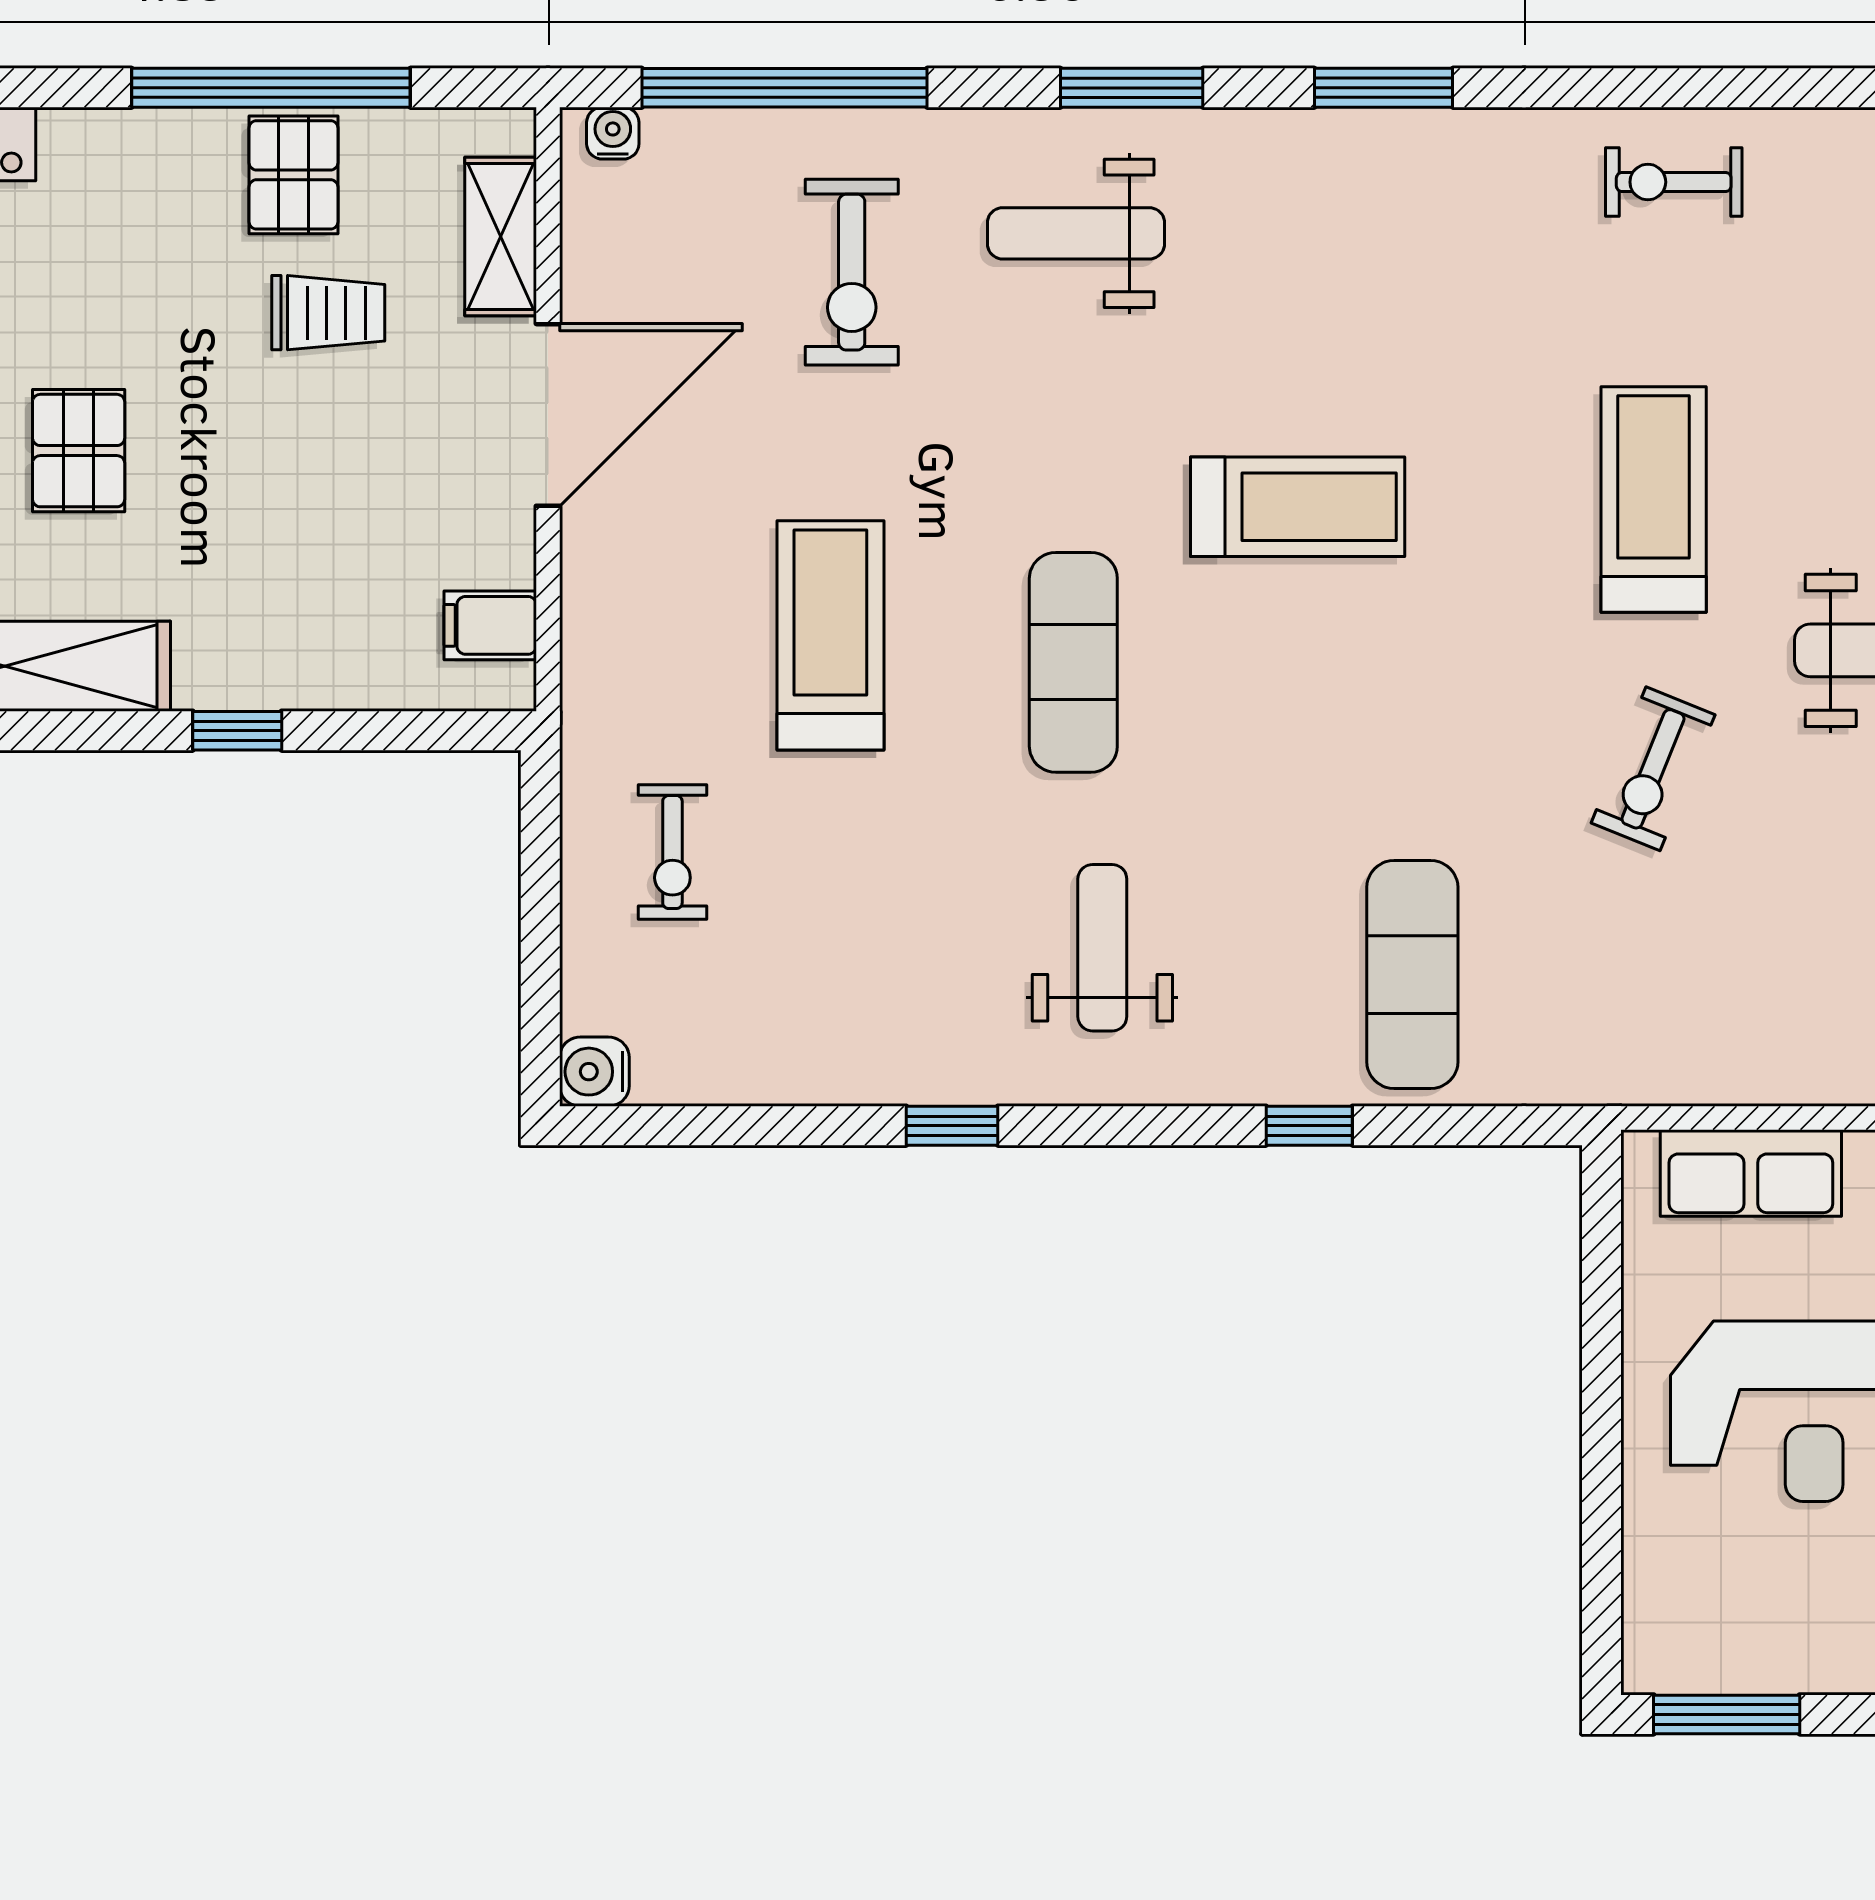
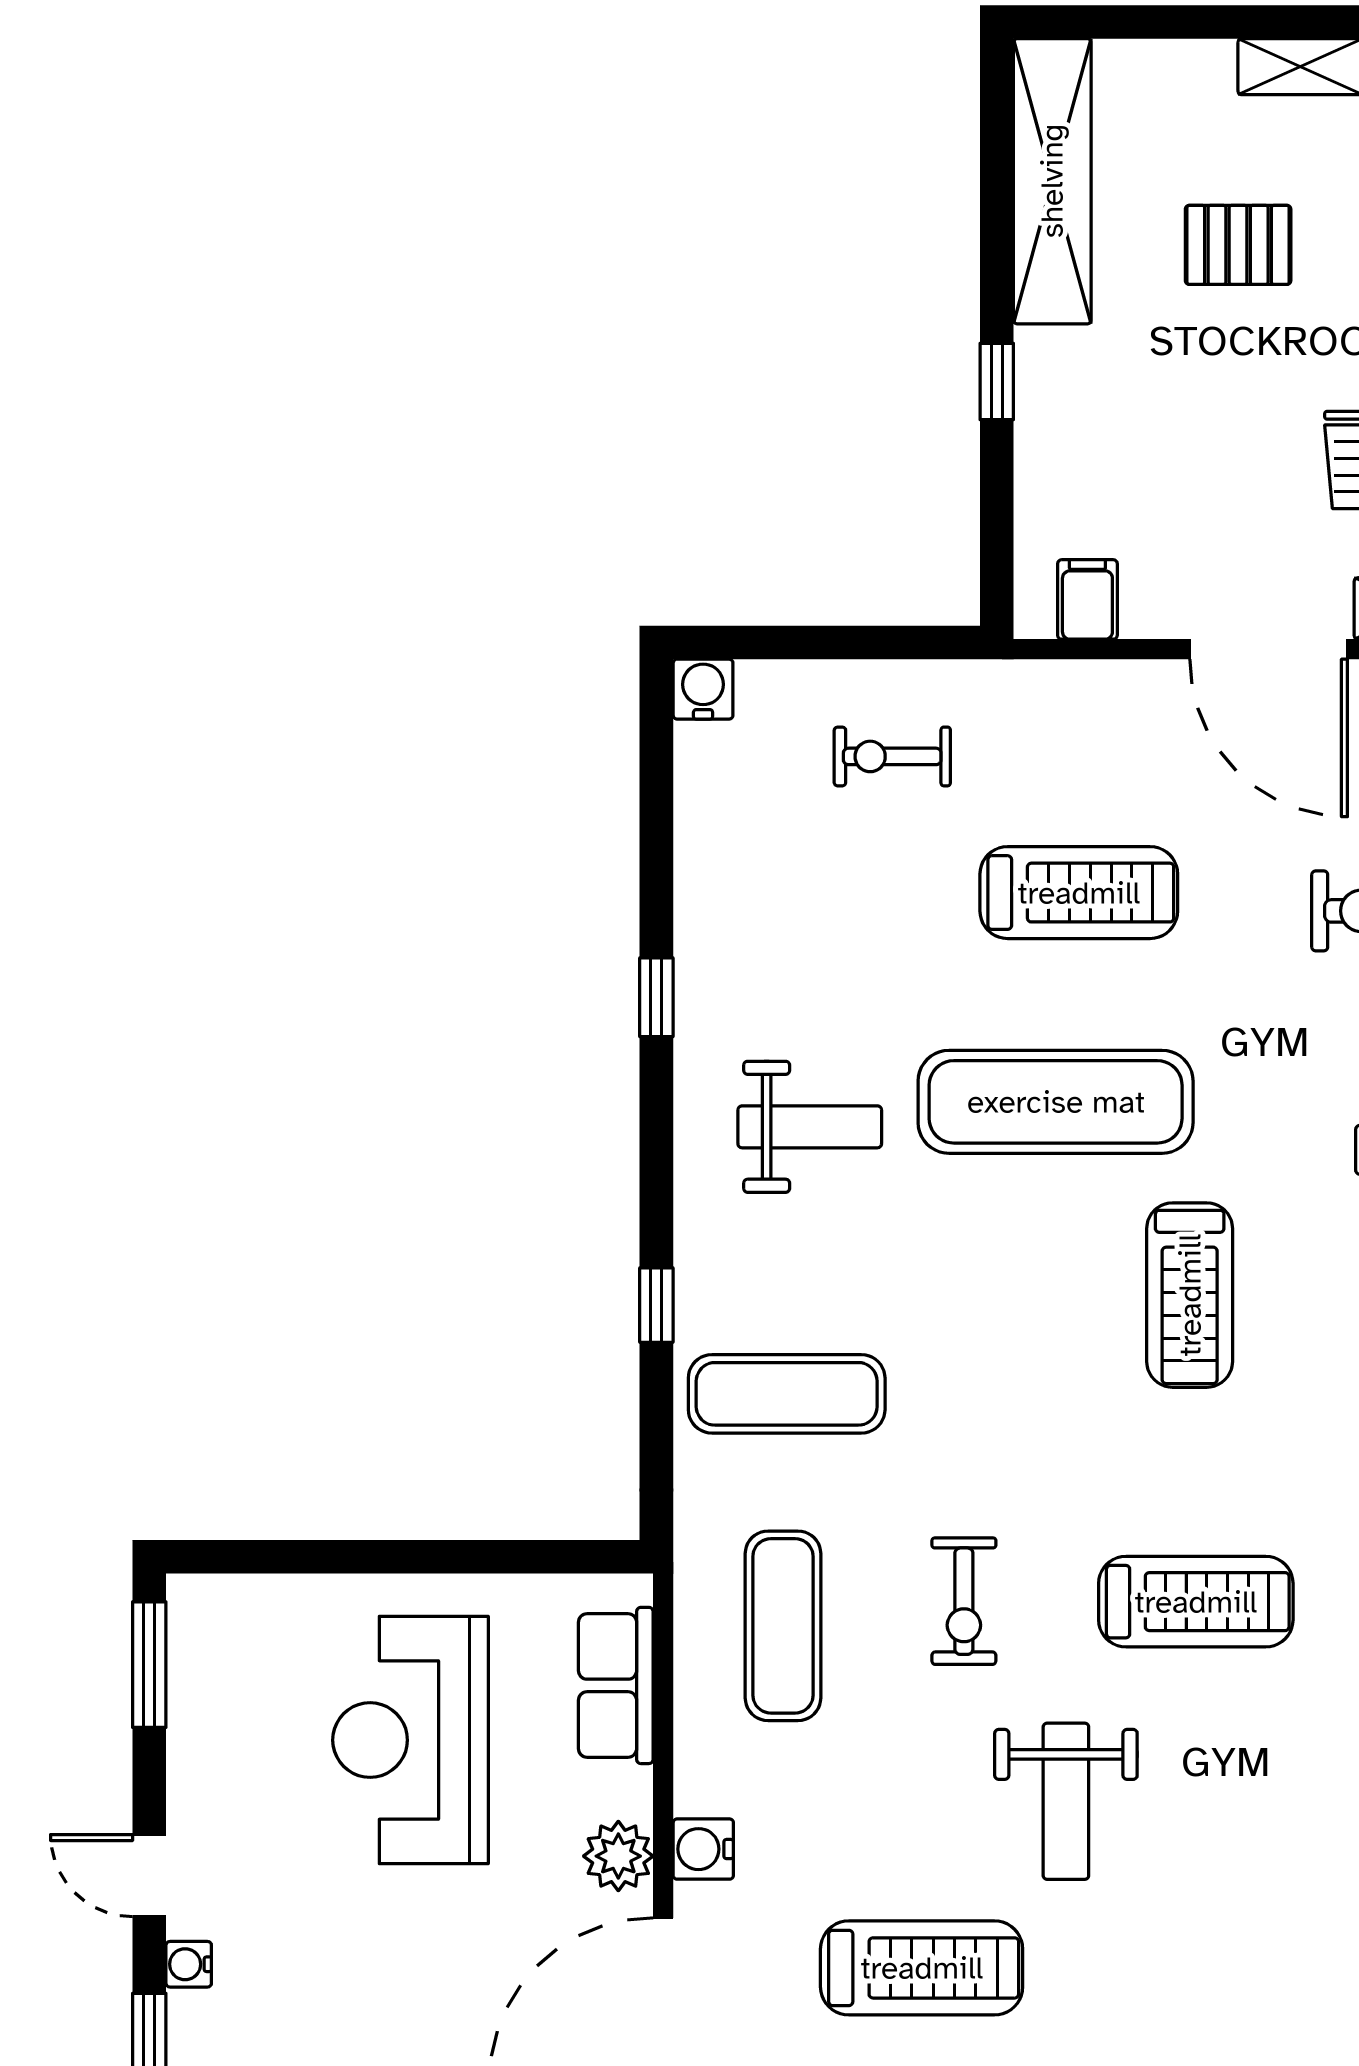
exercise mat: (1073, 662) -> (1056, 1102), width x1.36, depth x1.45
exercise bike: (1653, 769) -> (964, 1601), turned -112
exercise mat: (1682, 979) -> (783, 1626), added

